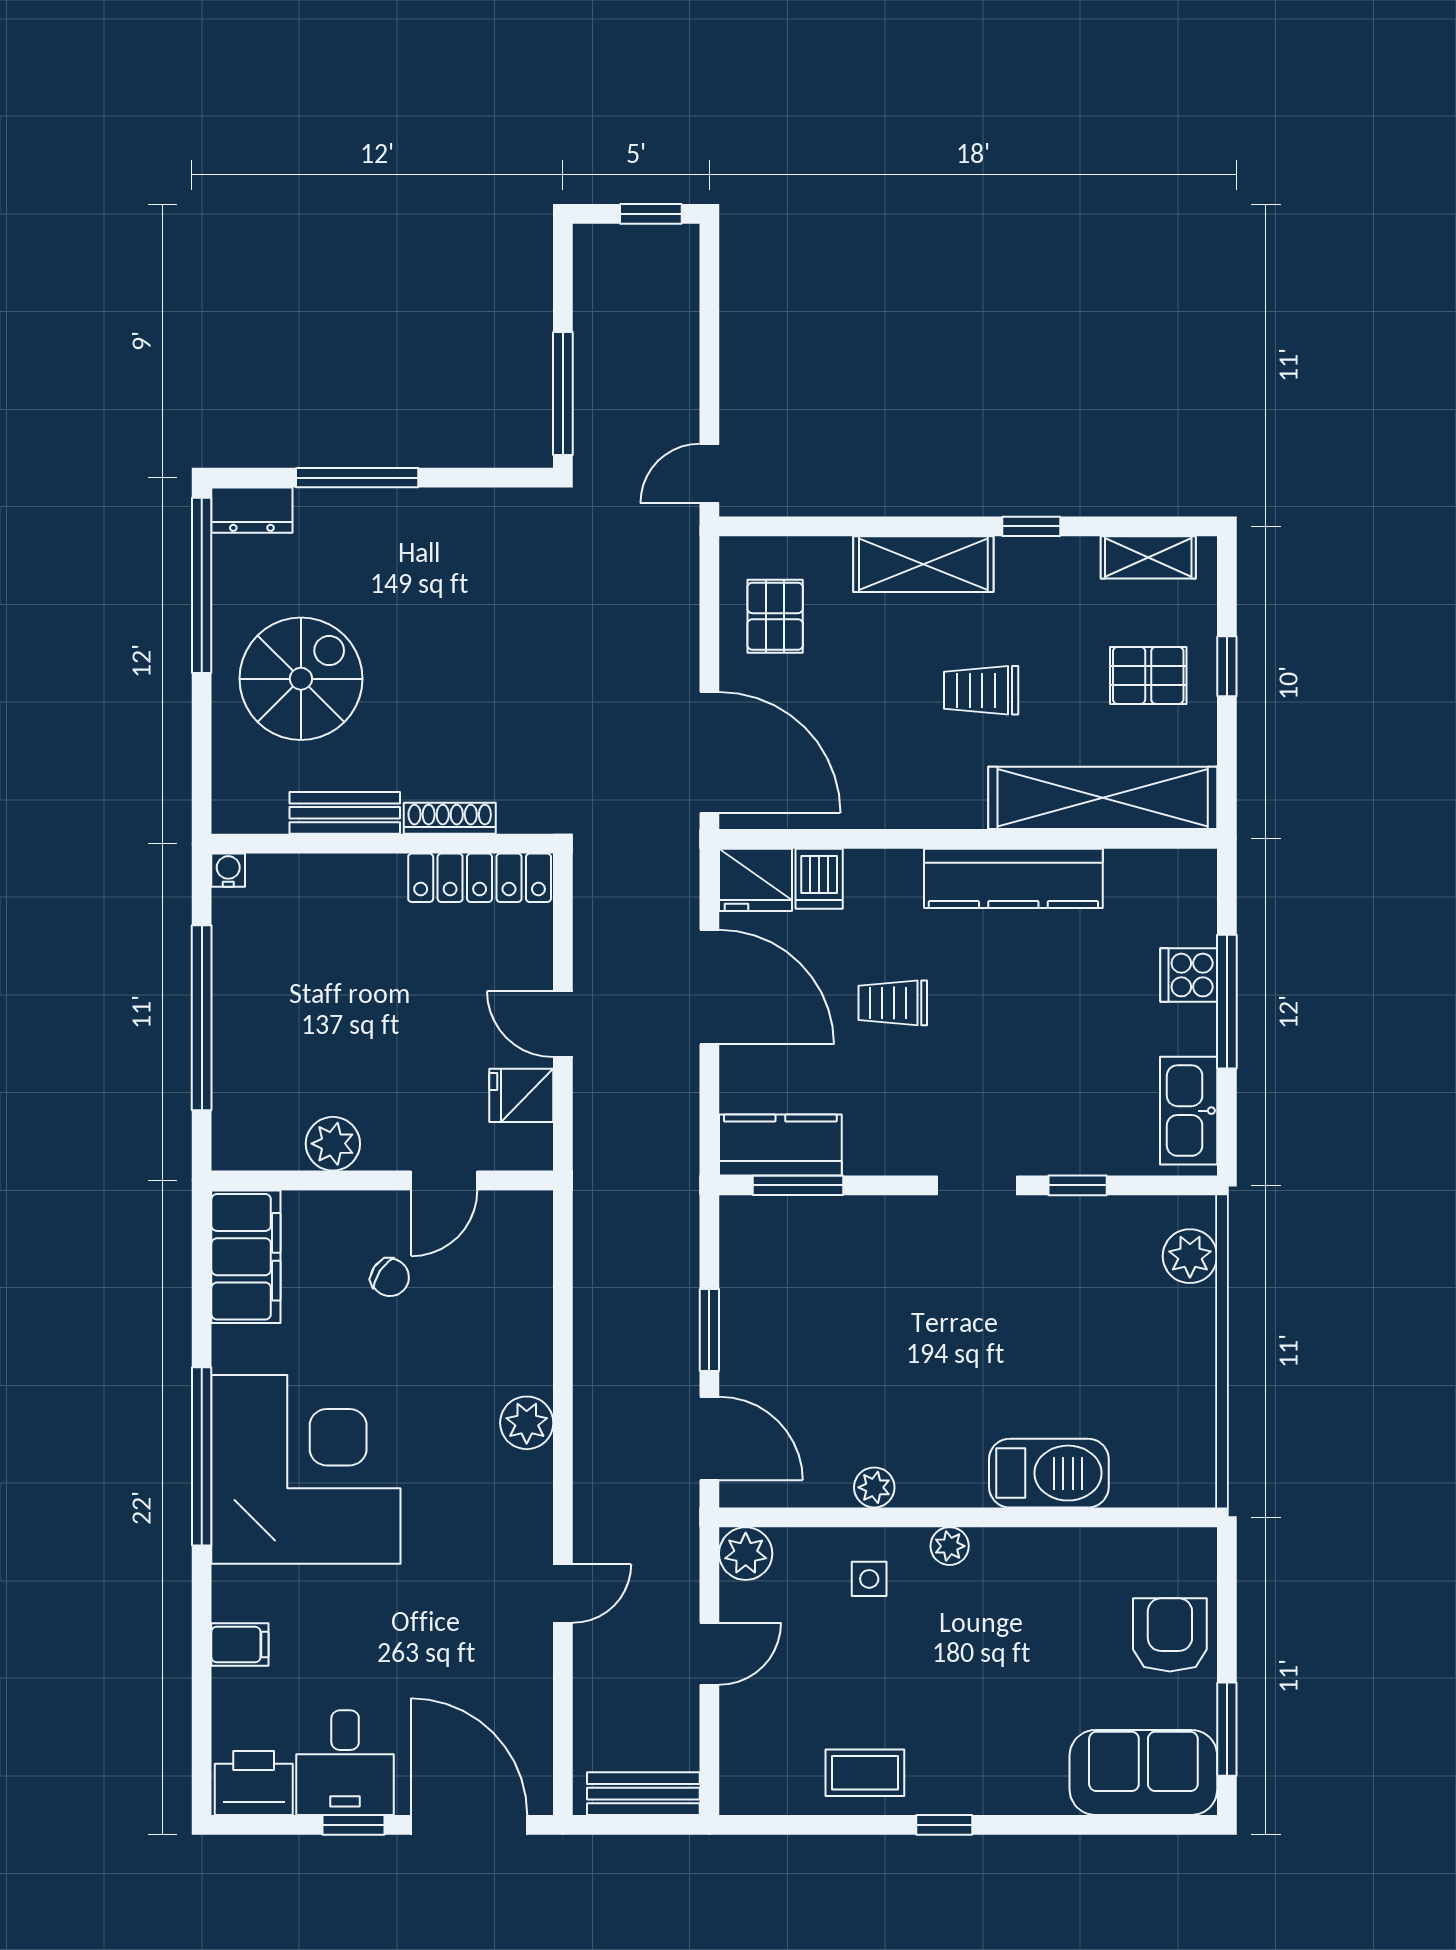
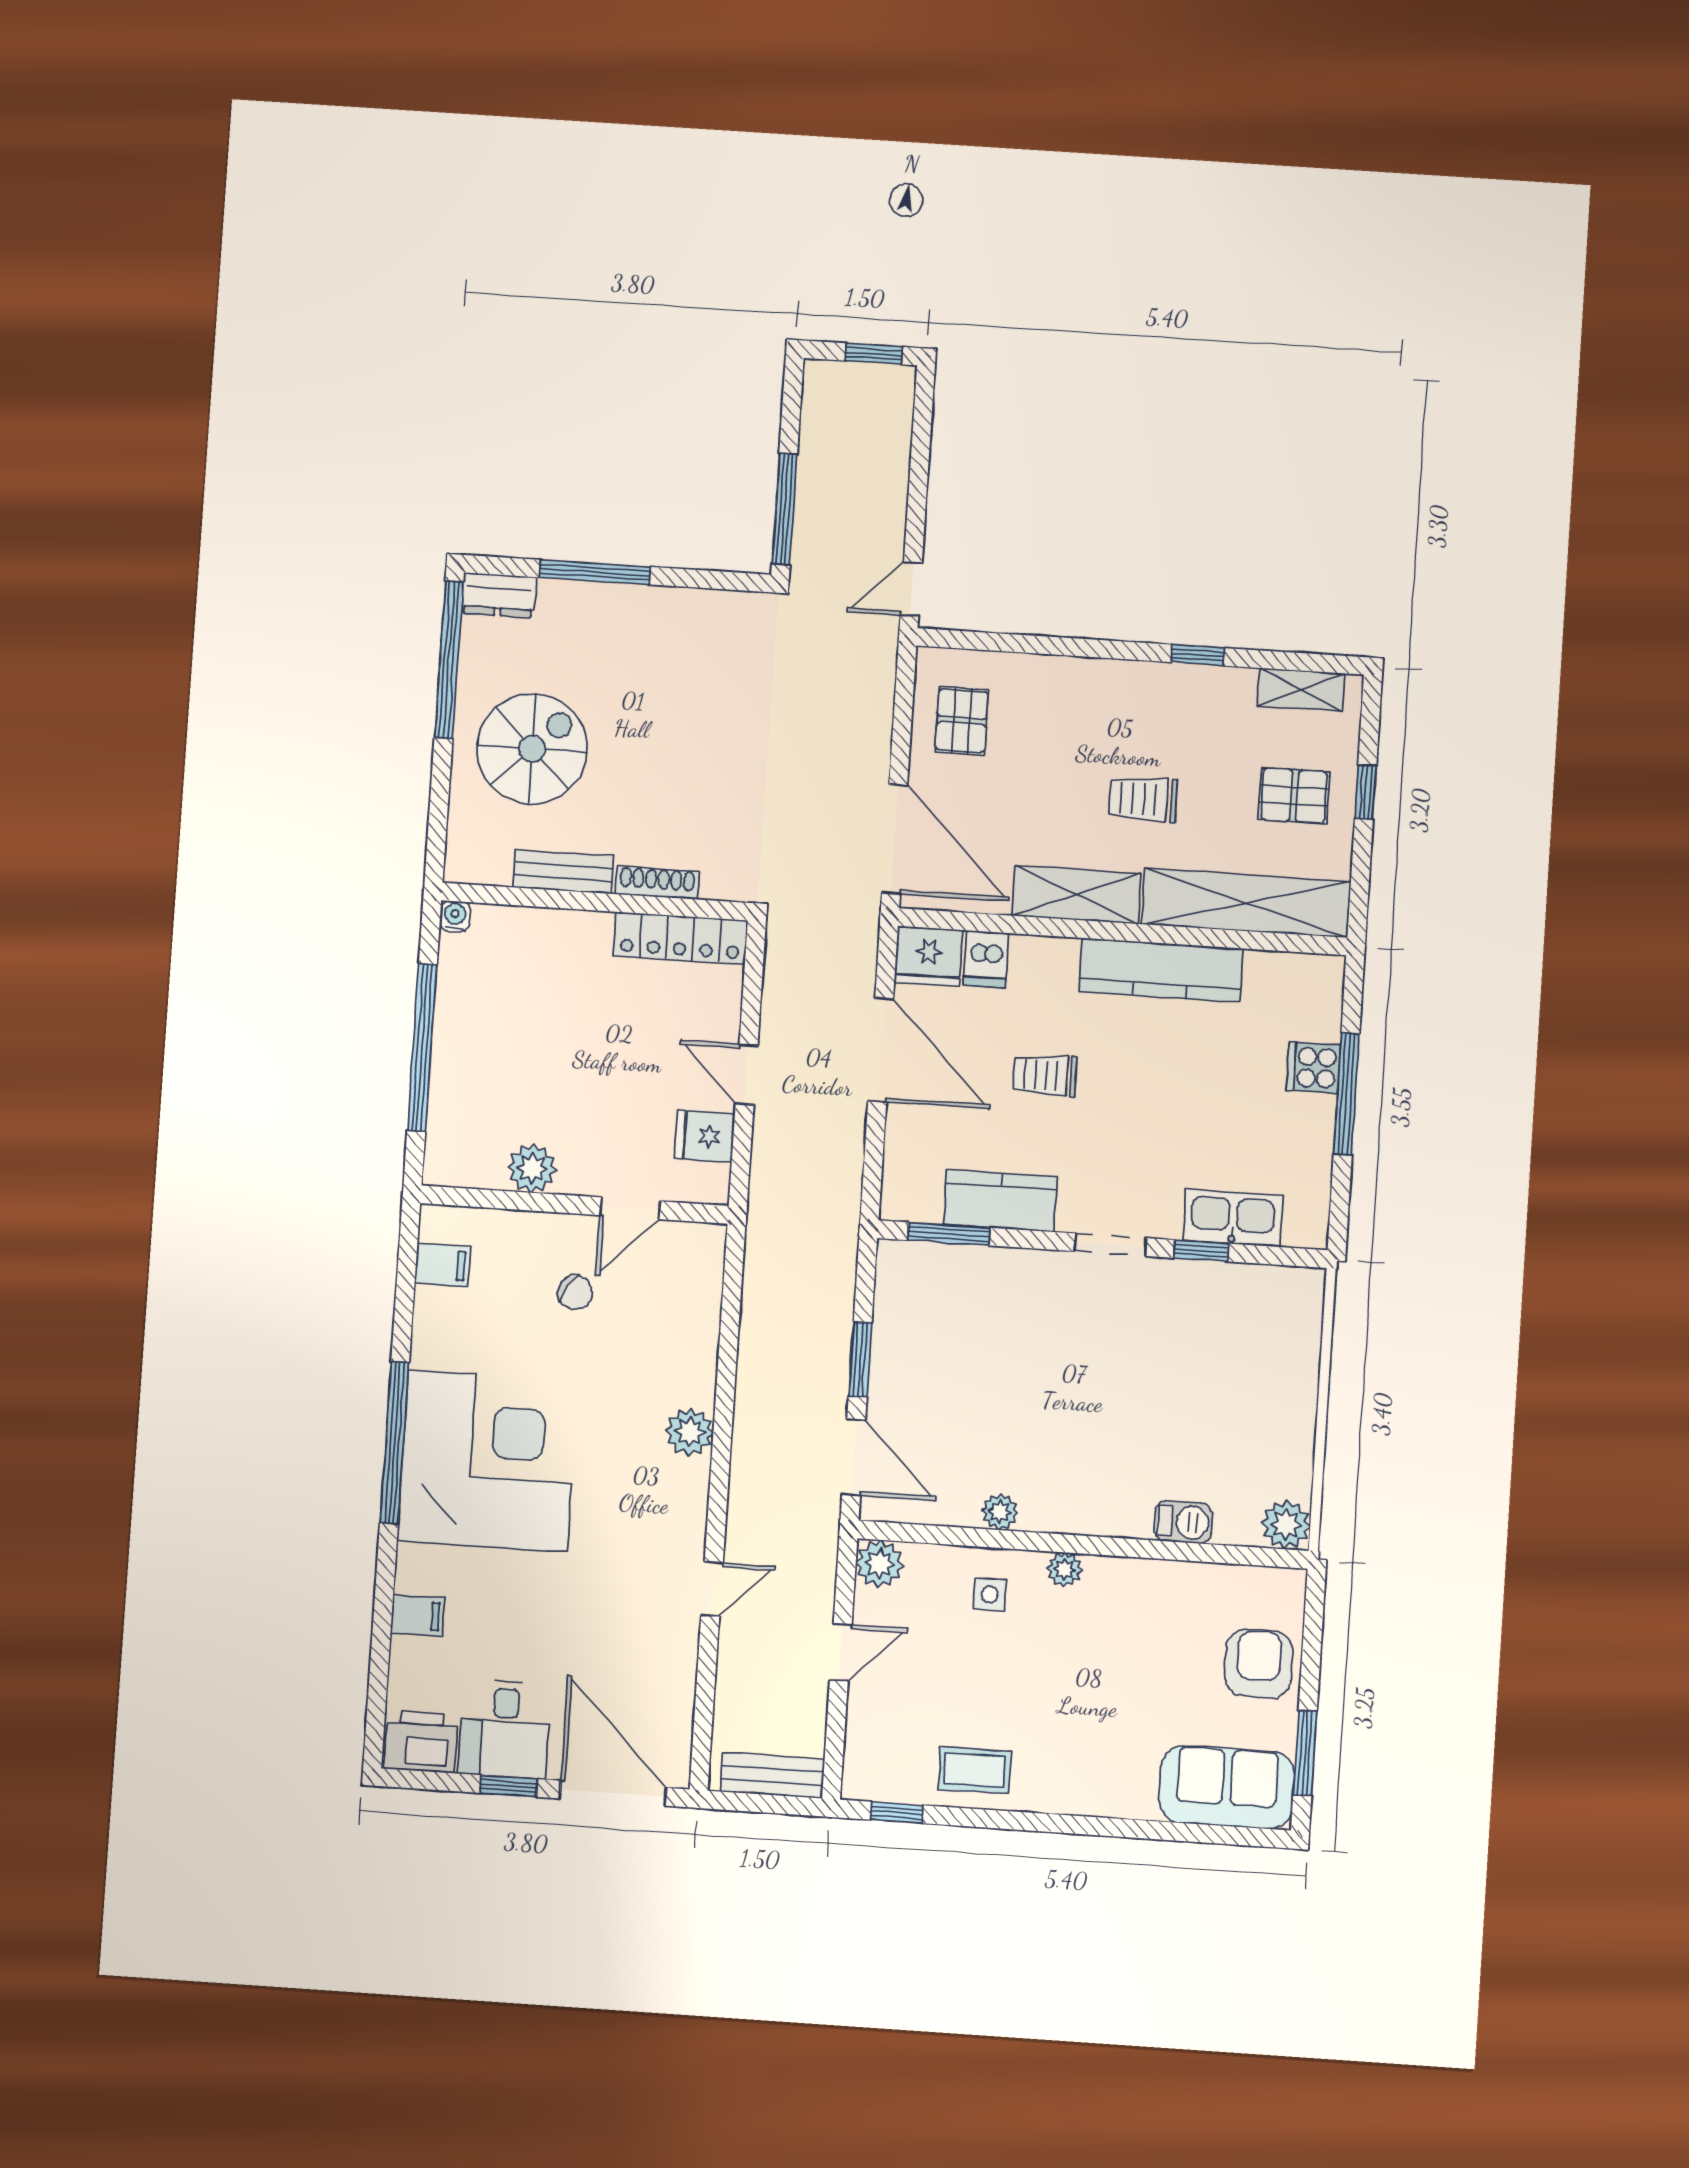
shelving: (923, 564) -> (1076, 895), moved
kitchen sink: (1189, 1111) -> (1233, 1218), moved, turned 90
kitchen counter: (780, 1145) -> (1000, 1201), moved
plant: (1190, 1256) -> (1286, 1525), moved
filing cabinet: (246, 1257) -> (442, 1265), width x0.33, depth x0.86
barbecue: (1049, 1473) -> (1183, 1522), width x0.53, depth x0.65
window: (944, 1825) -> (897, 1813), moved

